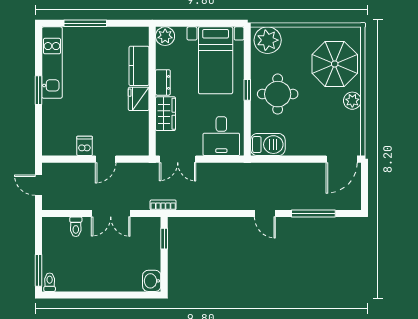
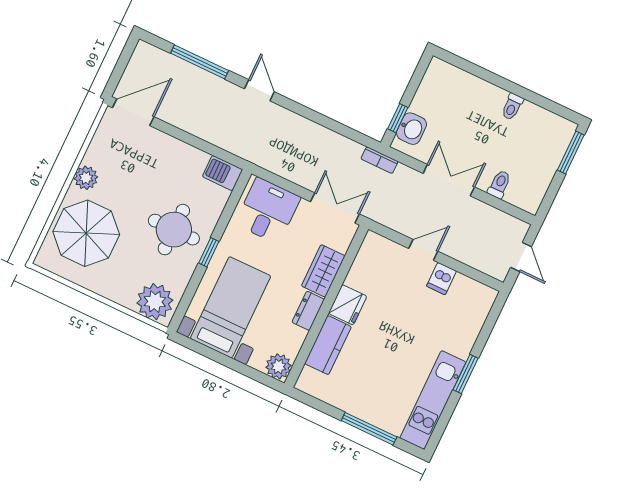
barbecue: (268, 145) -> (223, 173), width x0.73, depth x0.79
washbasin: (152, 281) -> (412, 129), moved
toilet: (50, 282) -> (512, 107), moved

